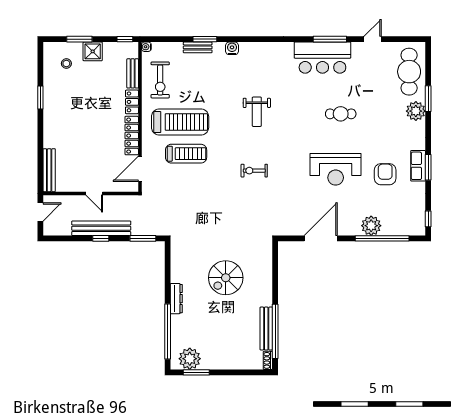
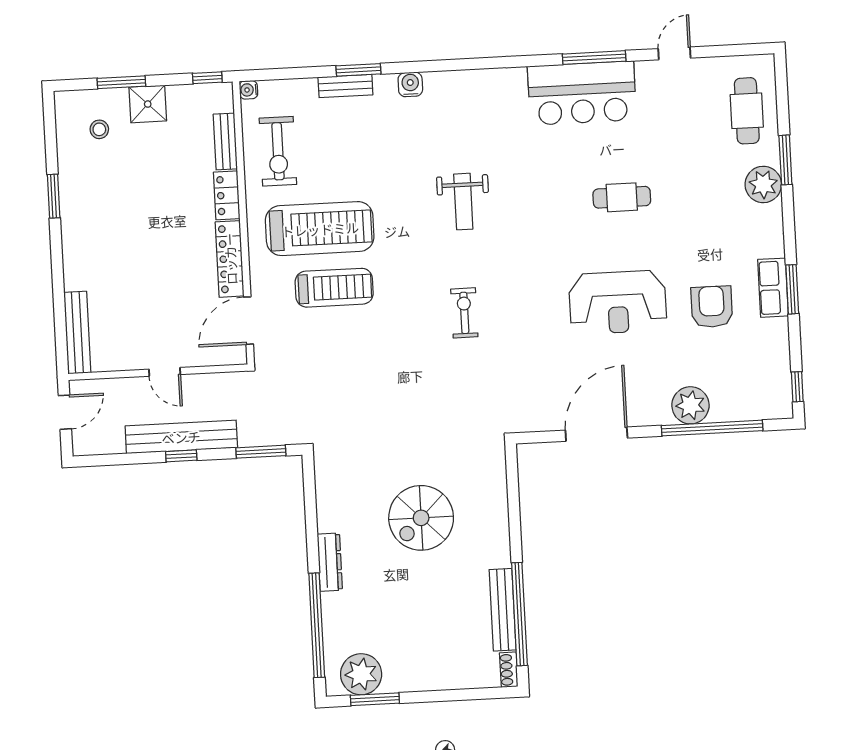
cafe table: (409, 72) -> (747, 111), width x0.73, depth x0.74
exercise bike: (254, 171) -> (464, 313), turned 90

